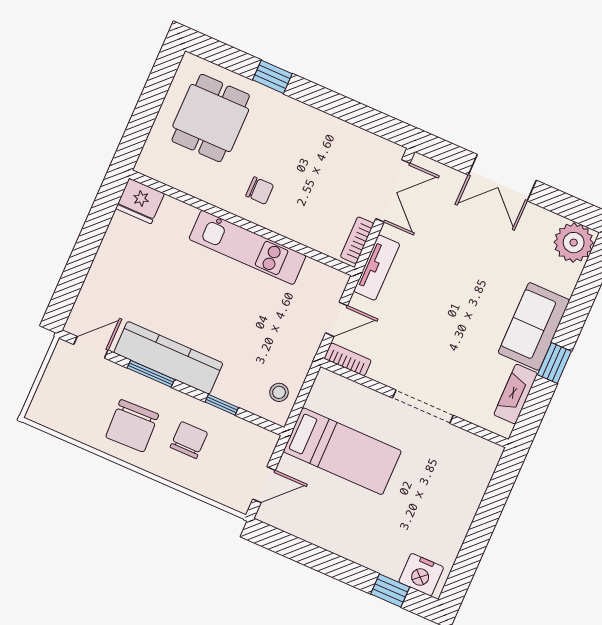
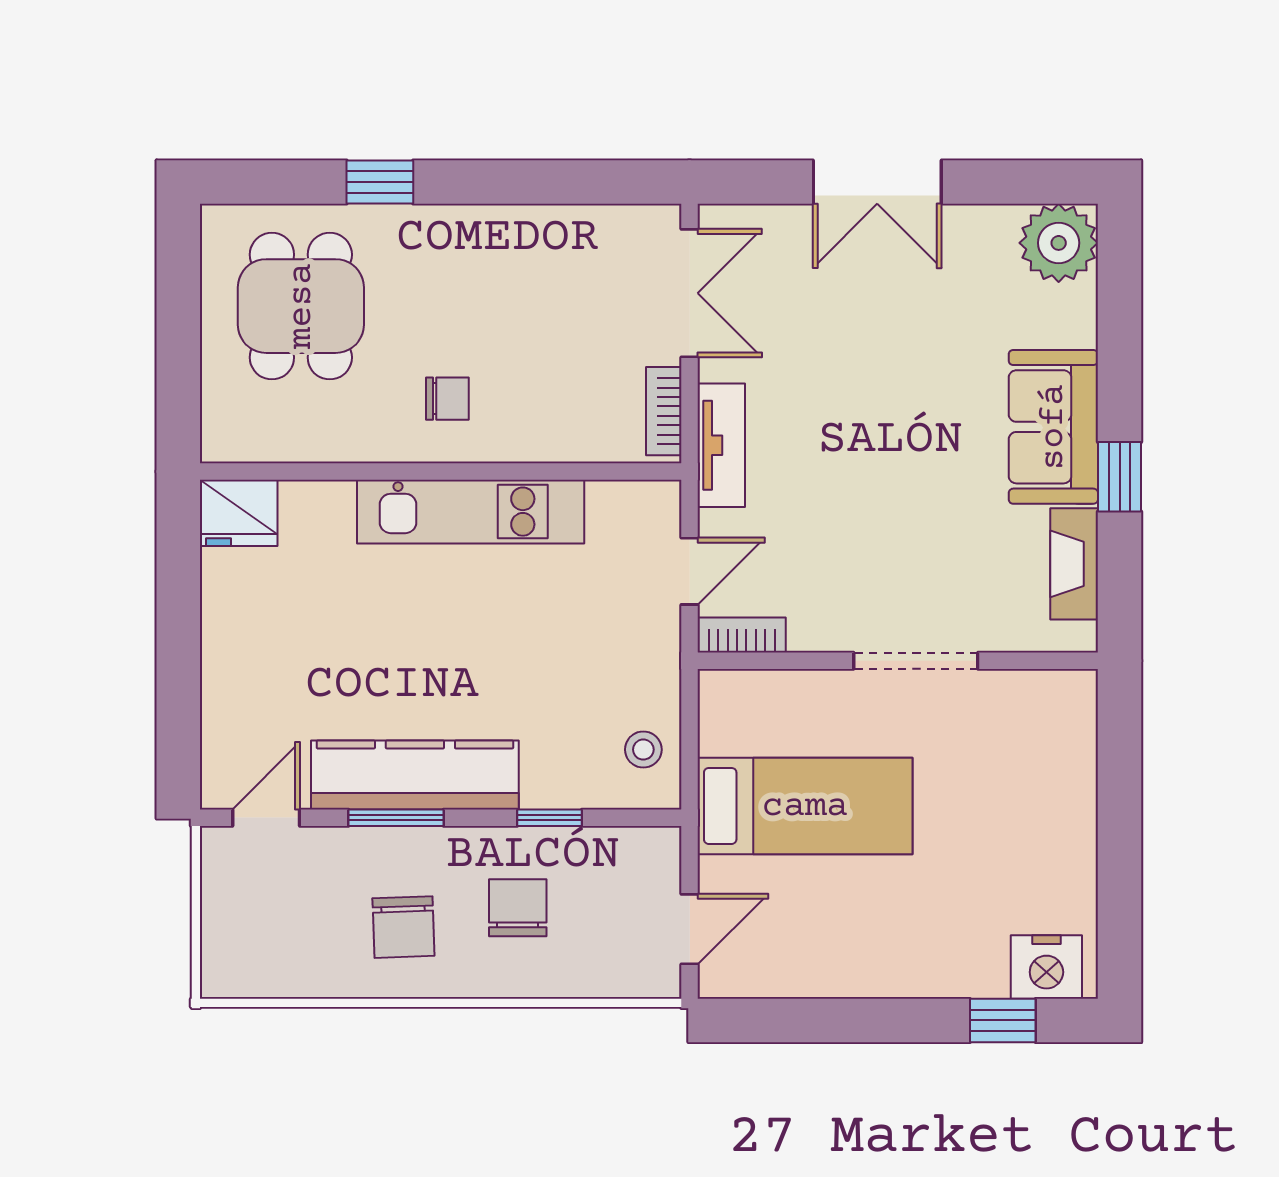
chair: (132, 426) -> (403, 927), width x0.73, depth x0.73

